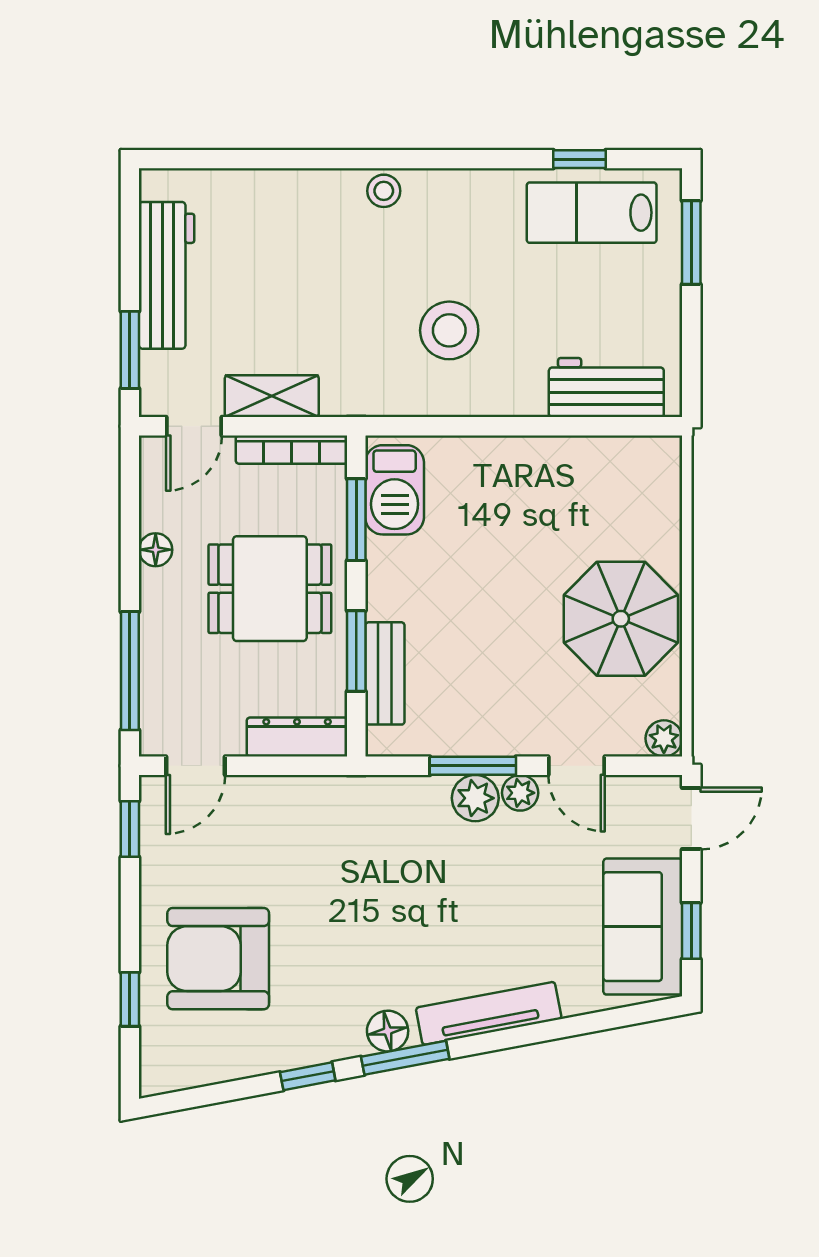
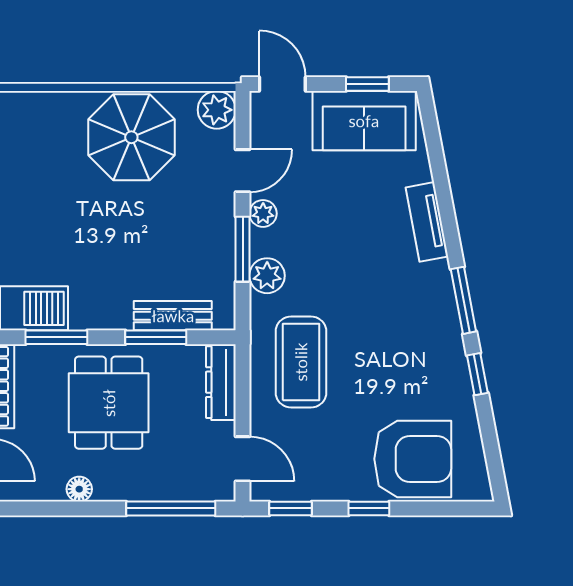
plant: (664, 738) -> (217, 110), width x1.38, depth x1.38
plant: (475, 798) -> (267, 276), moved
coffee table: (324, 843) -> (301, 362), added
armchair: (218, 959) -> (413, 459), moved, turned -90
window: (130, 999) -> (369, 508), moved
tv unit: (489, 1013) -> (427, 222), width x0.71
floor lamp: (388, 1031) -> (443, 314), removed

